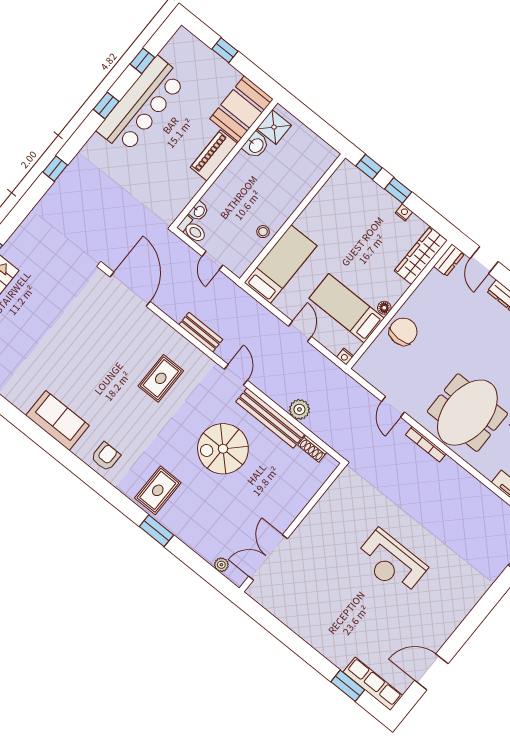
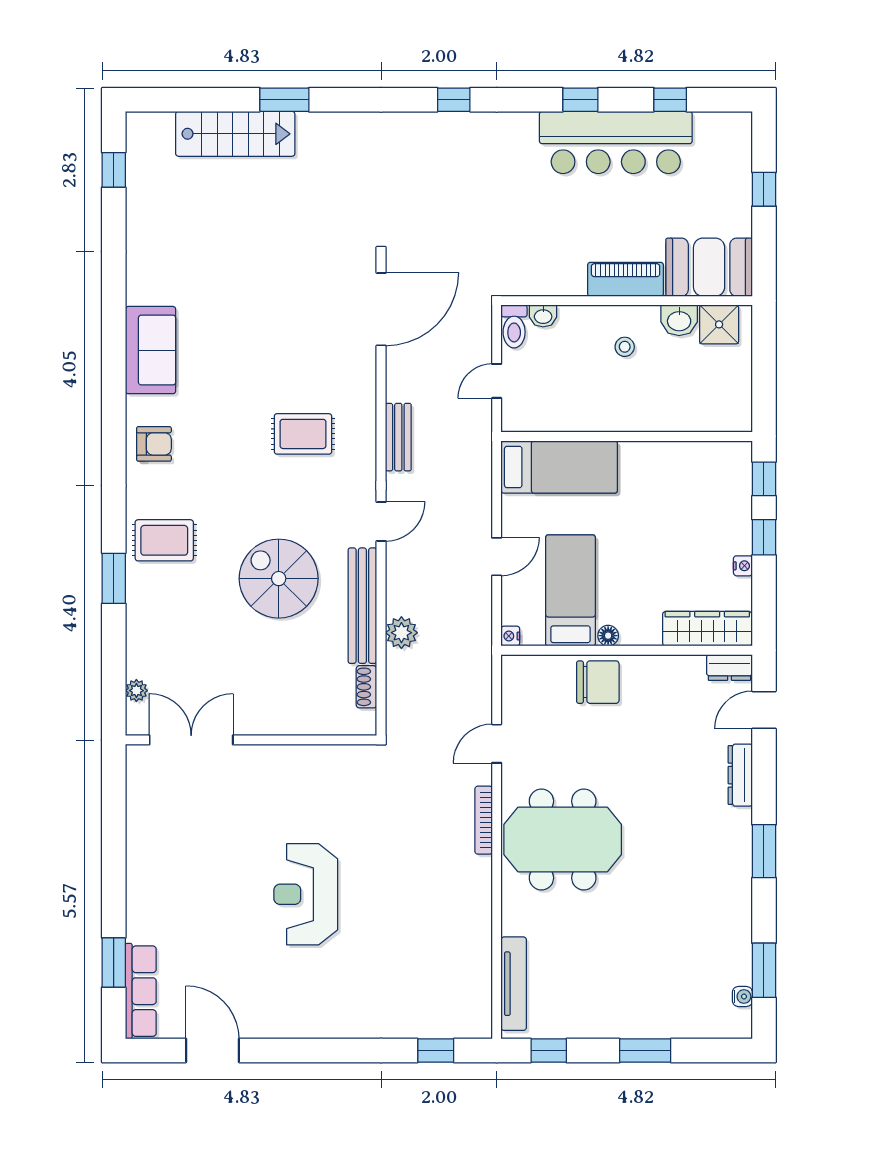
stool: (263, 232) -> (625, 347), moved

